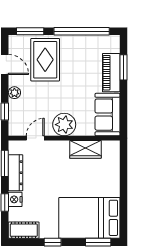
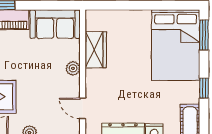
plant: (64, 125) -> (73, 68), width x0.53, depth x0.53

